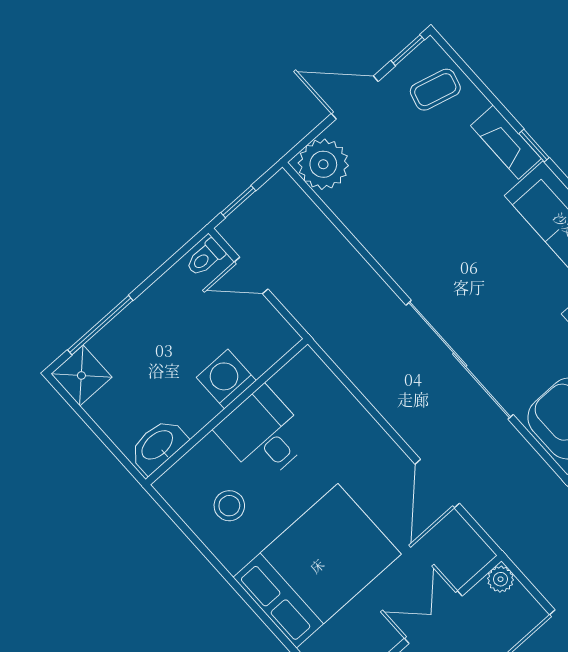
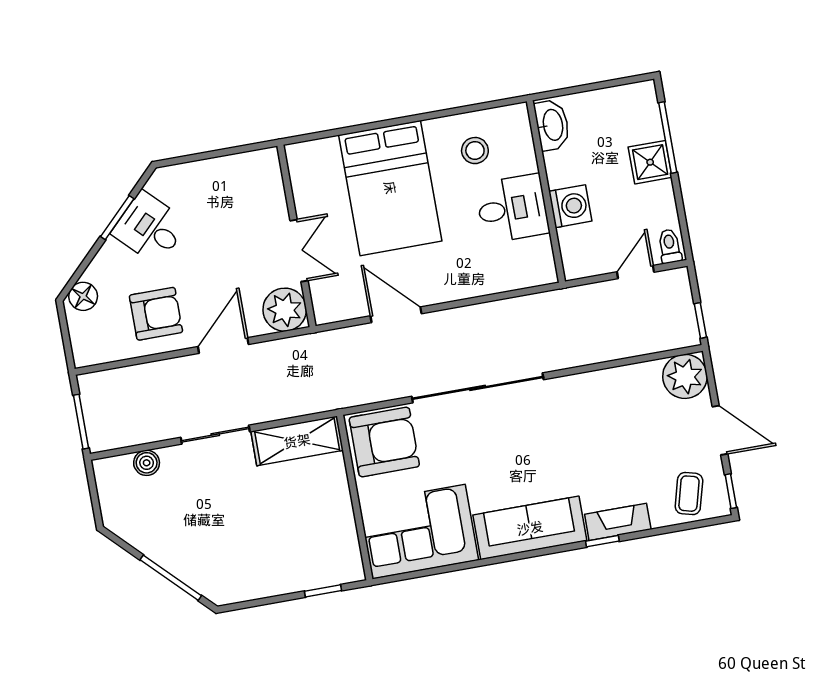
door: (355, 97) -> (720, 430), hinge flipped
window: (238, 202) -> (700, 320), moved
shower: (81, 375) -> (650, 162), moved
plant: (501, 579) -> (285, 310), width x1.88, depth x1.88

